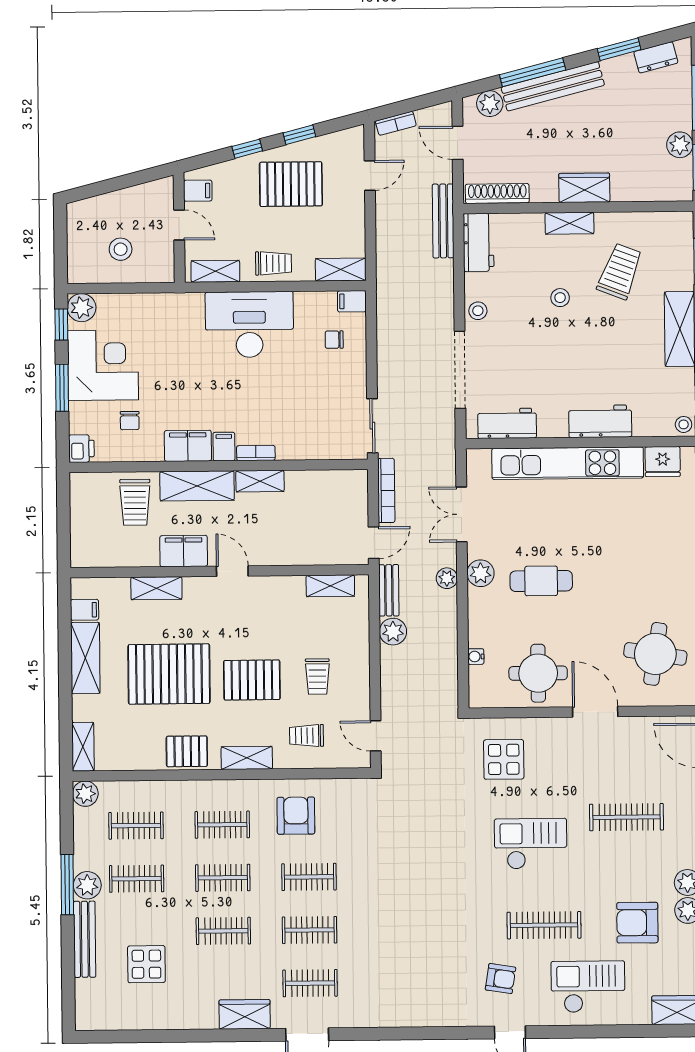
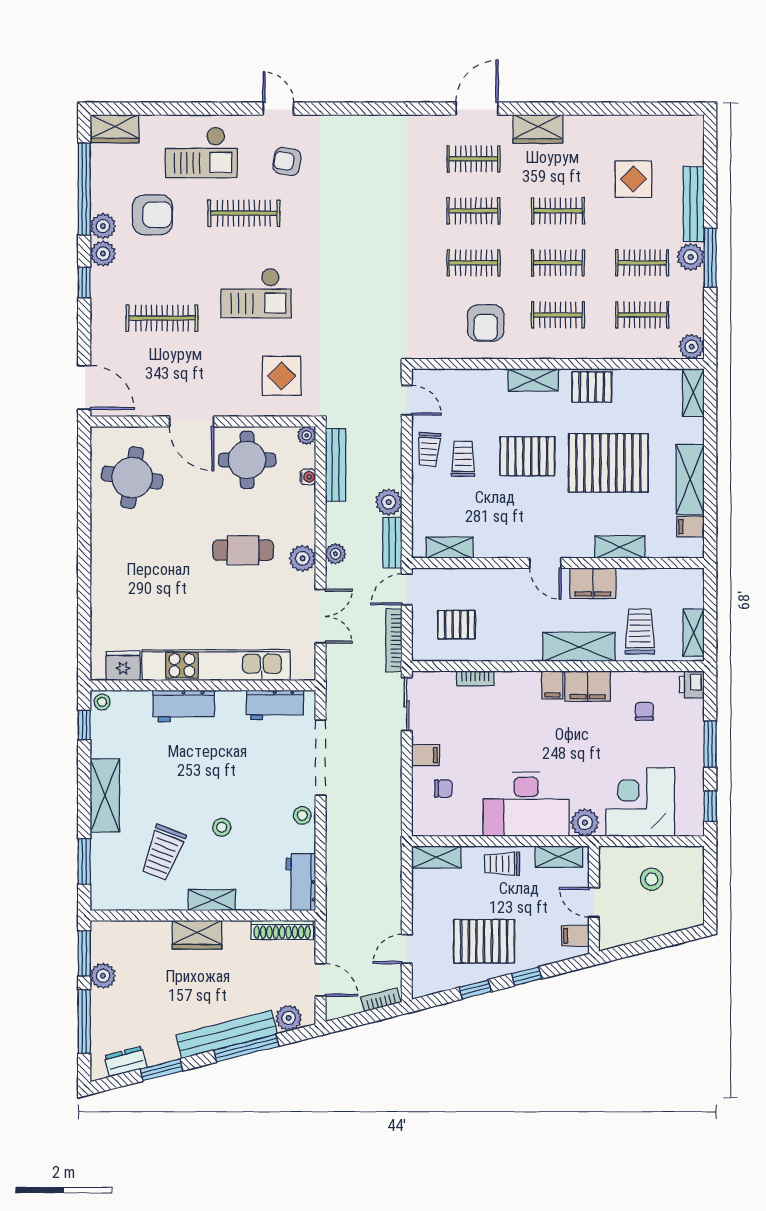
bench: (443, 221) -> (335, 465), moved
filing cabinet: (352, 301) -> (426, 755), moved
plant: (82, 308) -> (585, 822), moved
corner desk: (103, 365) -> (640, 802), moved, turned 90
bookcase: (256, 453) -> (475, 678), moved
shelving: (260, 481) -> (694, 633), moved, turned 90
pallet: (322, 507) -> (456, 625), added
plant: (478, 699) -> (307, 435), added
trolley: (306, 736) -> (429, 450), moved, turned 94

